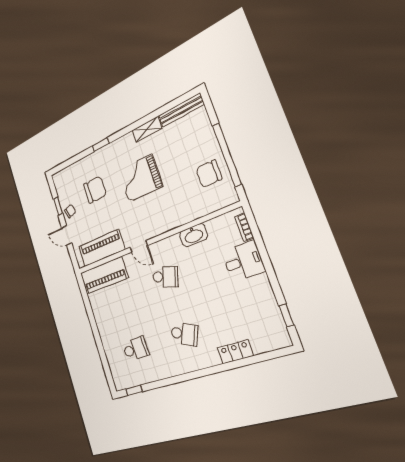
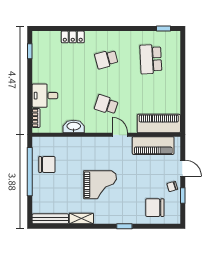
chair: (95, 190) -> (155, 208), moved
school desk: (184, 334) -> (106, 59), turned -39
school desk: (136, 349) -> (151, 59), width x1.85

